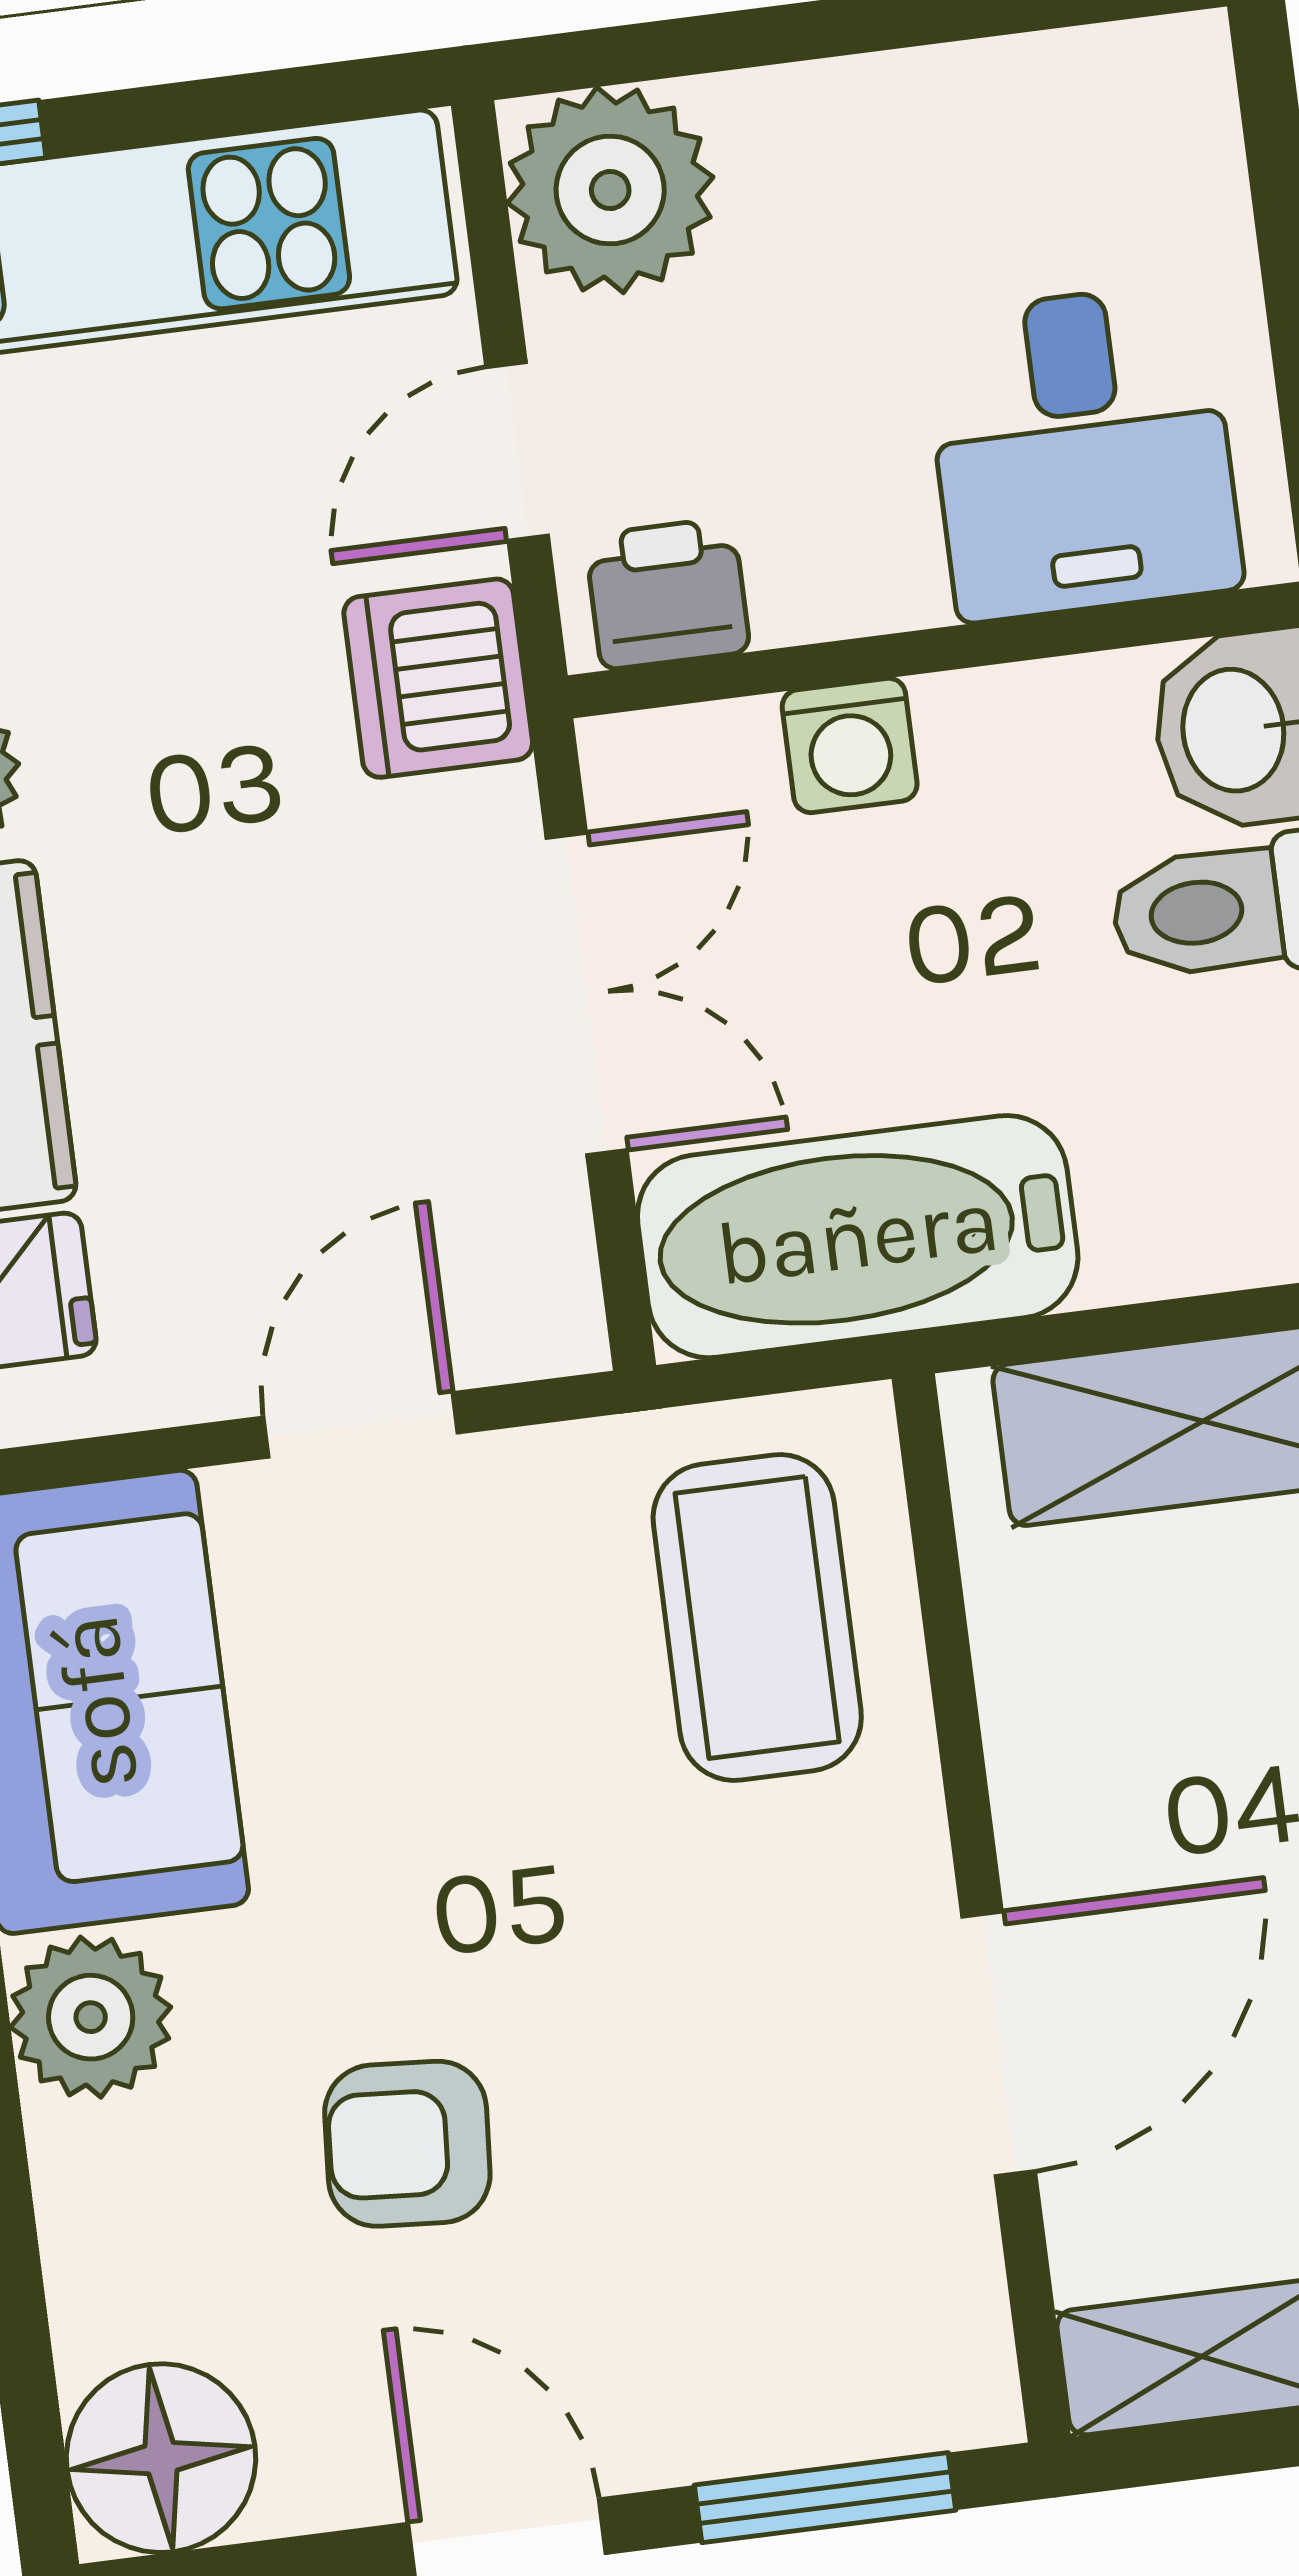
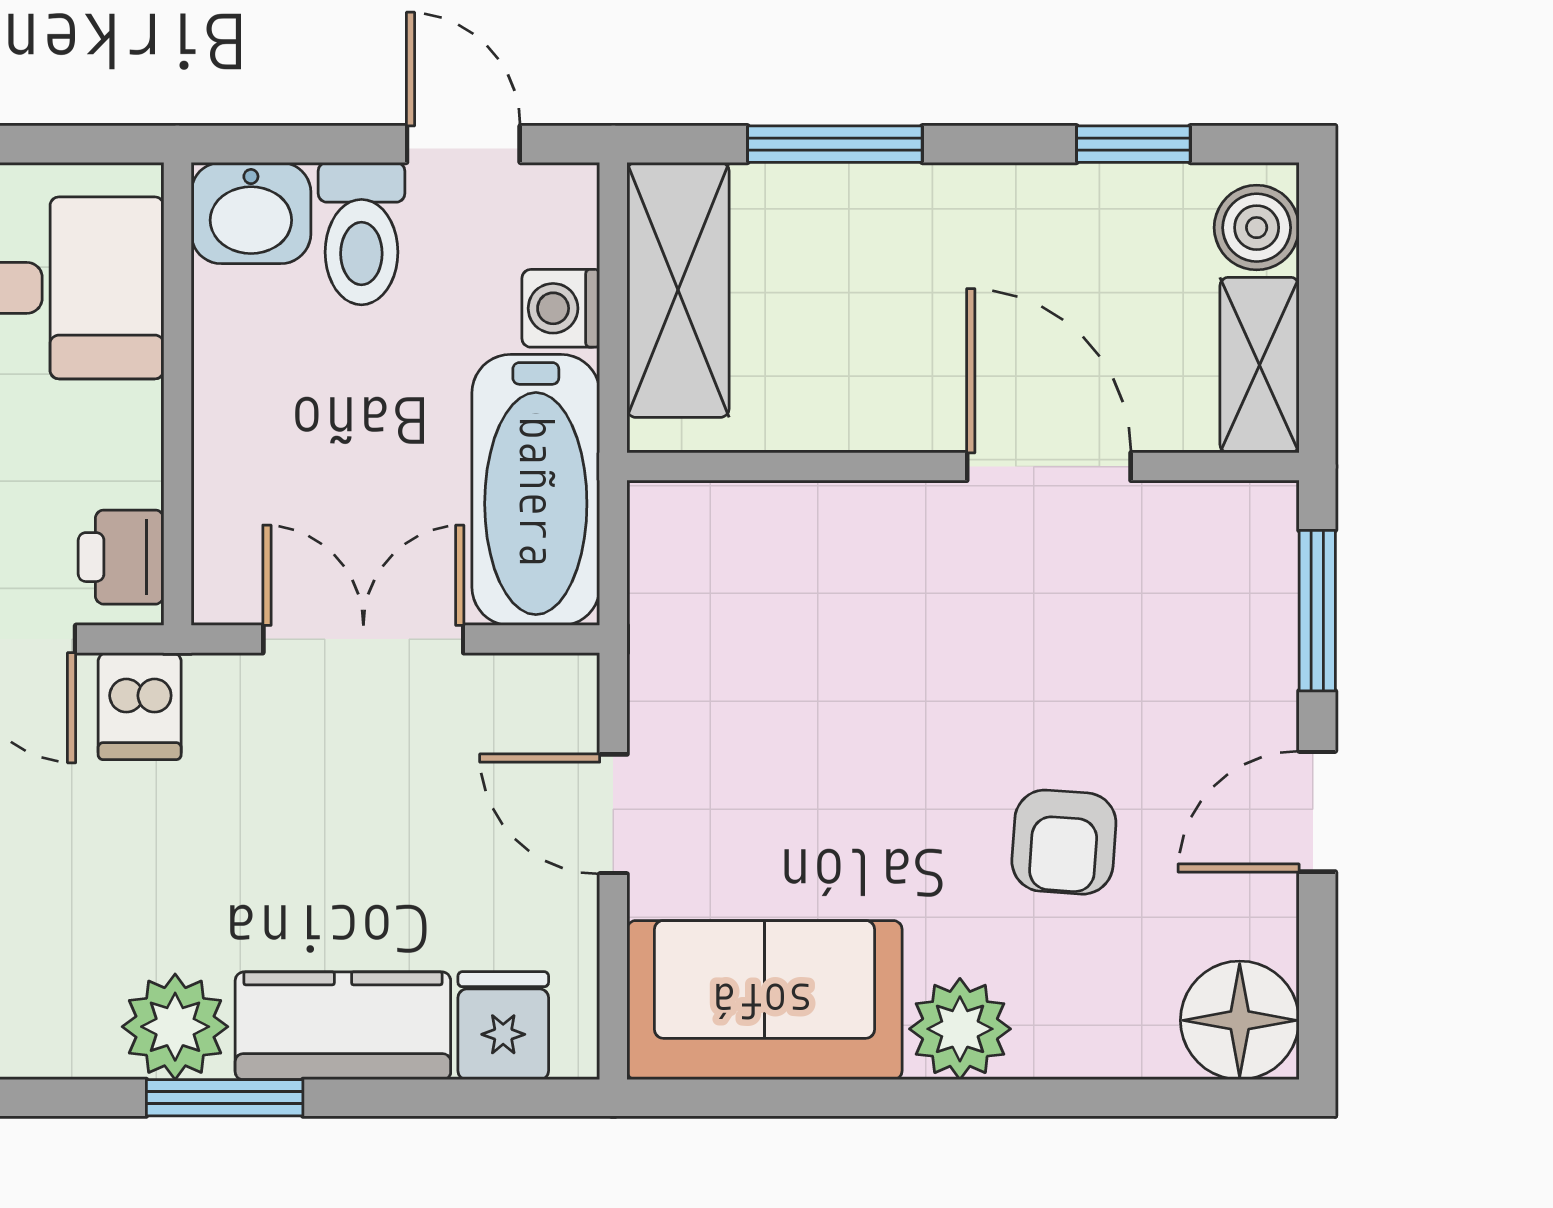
dishwasher: (438, 678) -> (140, 706), width x0.73
washing machine: (850, 745) -> (561, 308), moved, turned 180
coffee table: (757, 1618) -> (765, 583), removed

